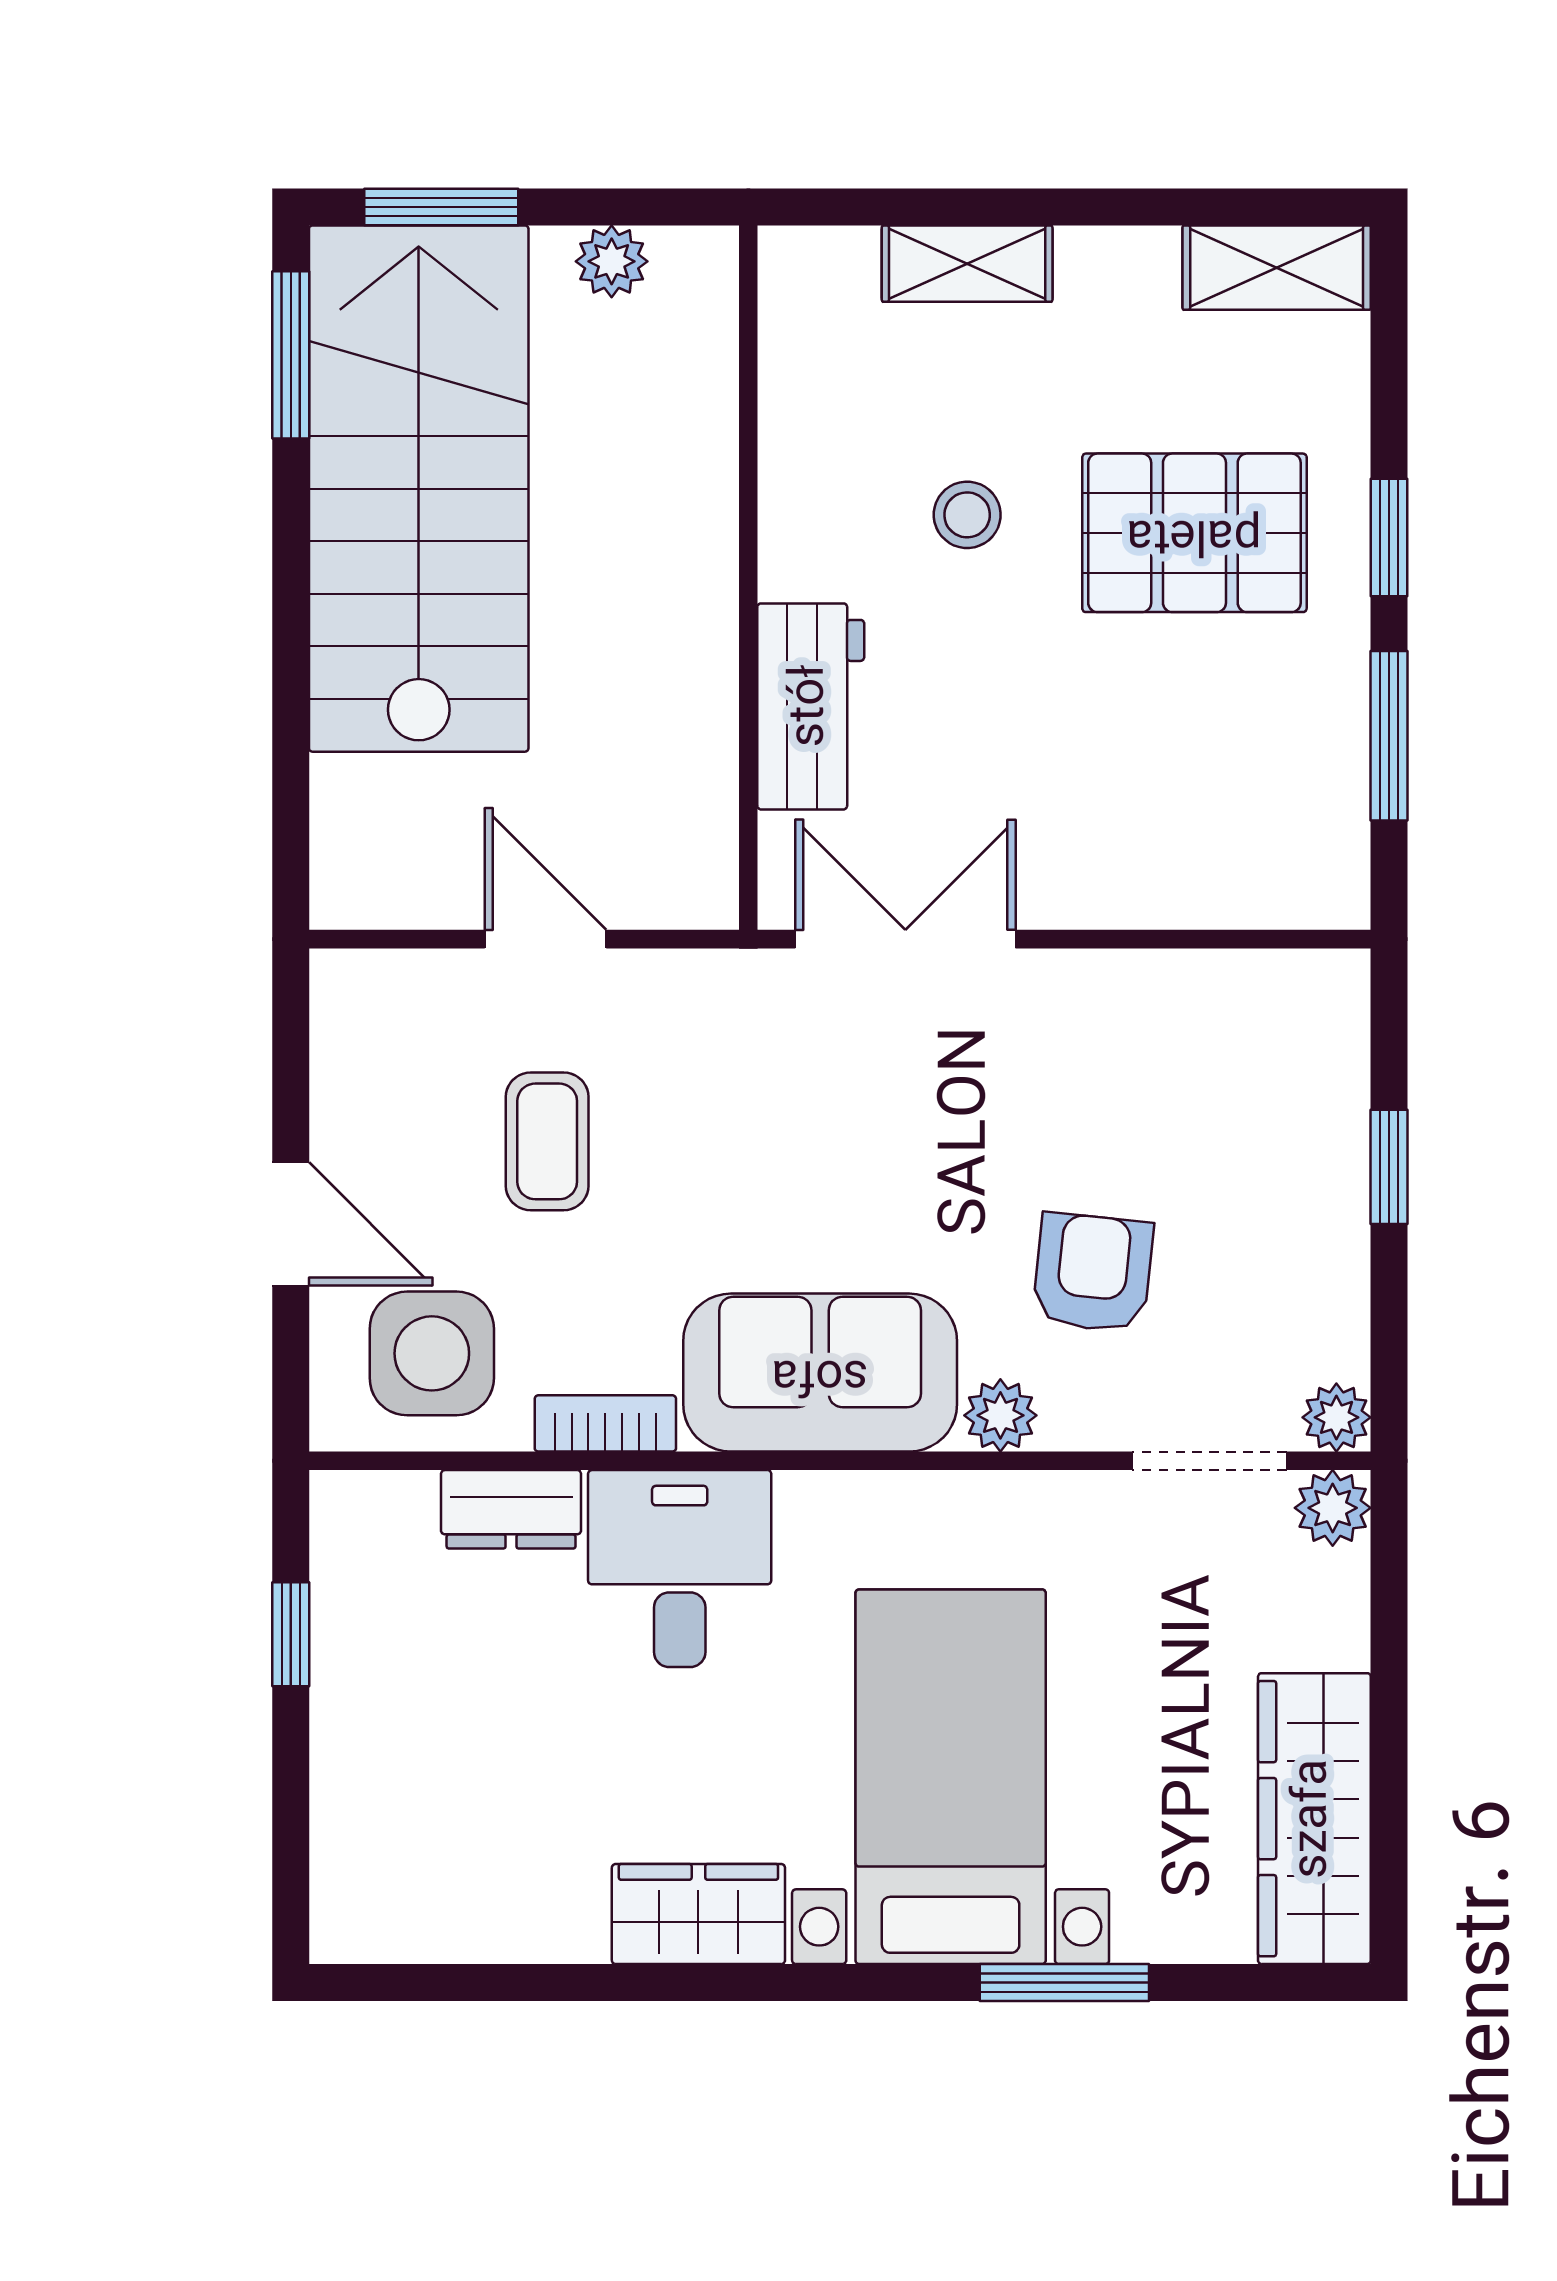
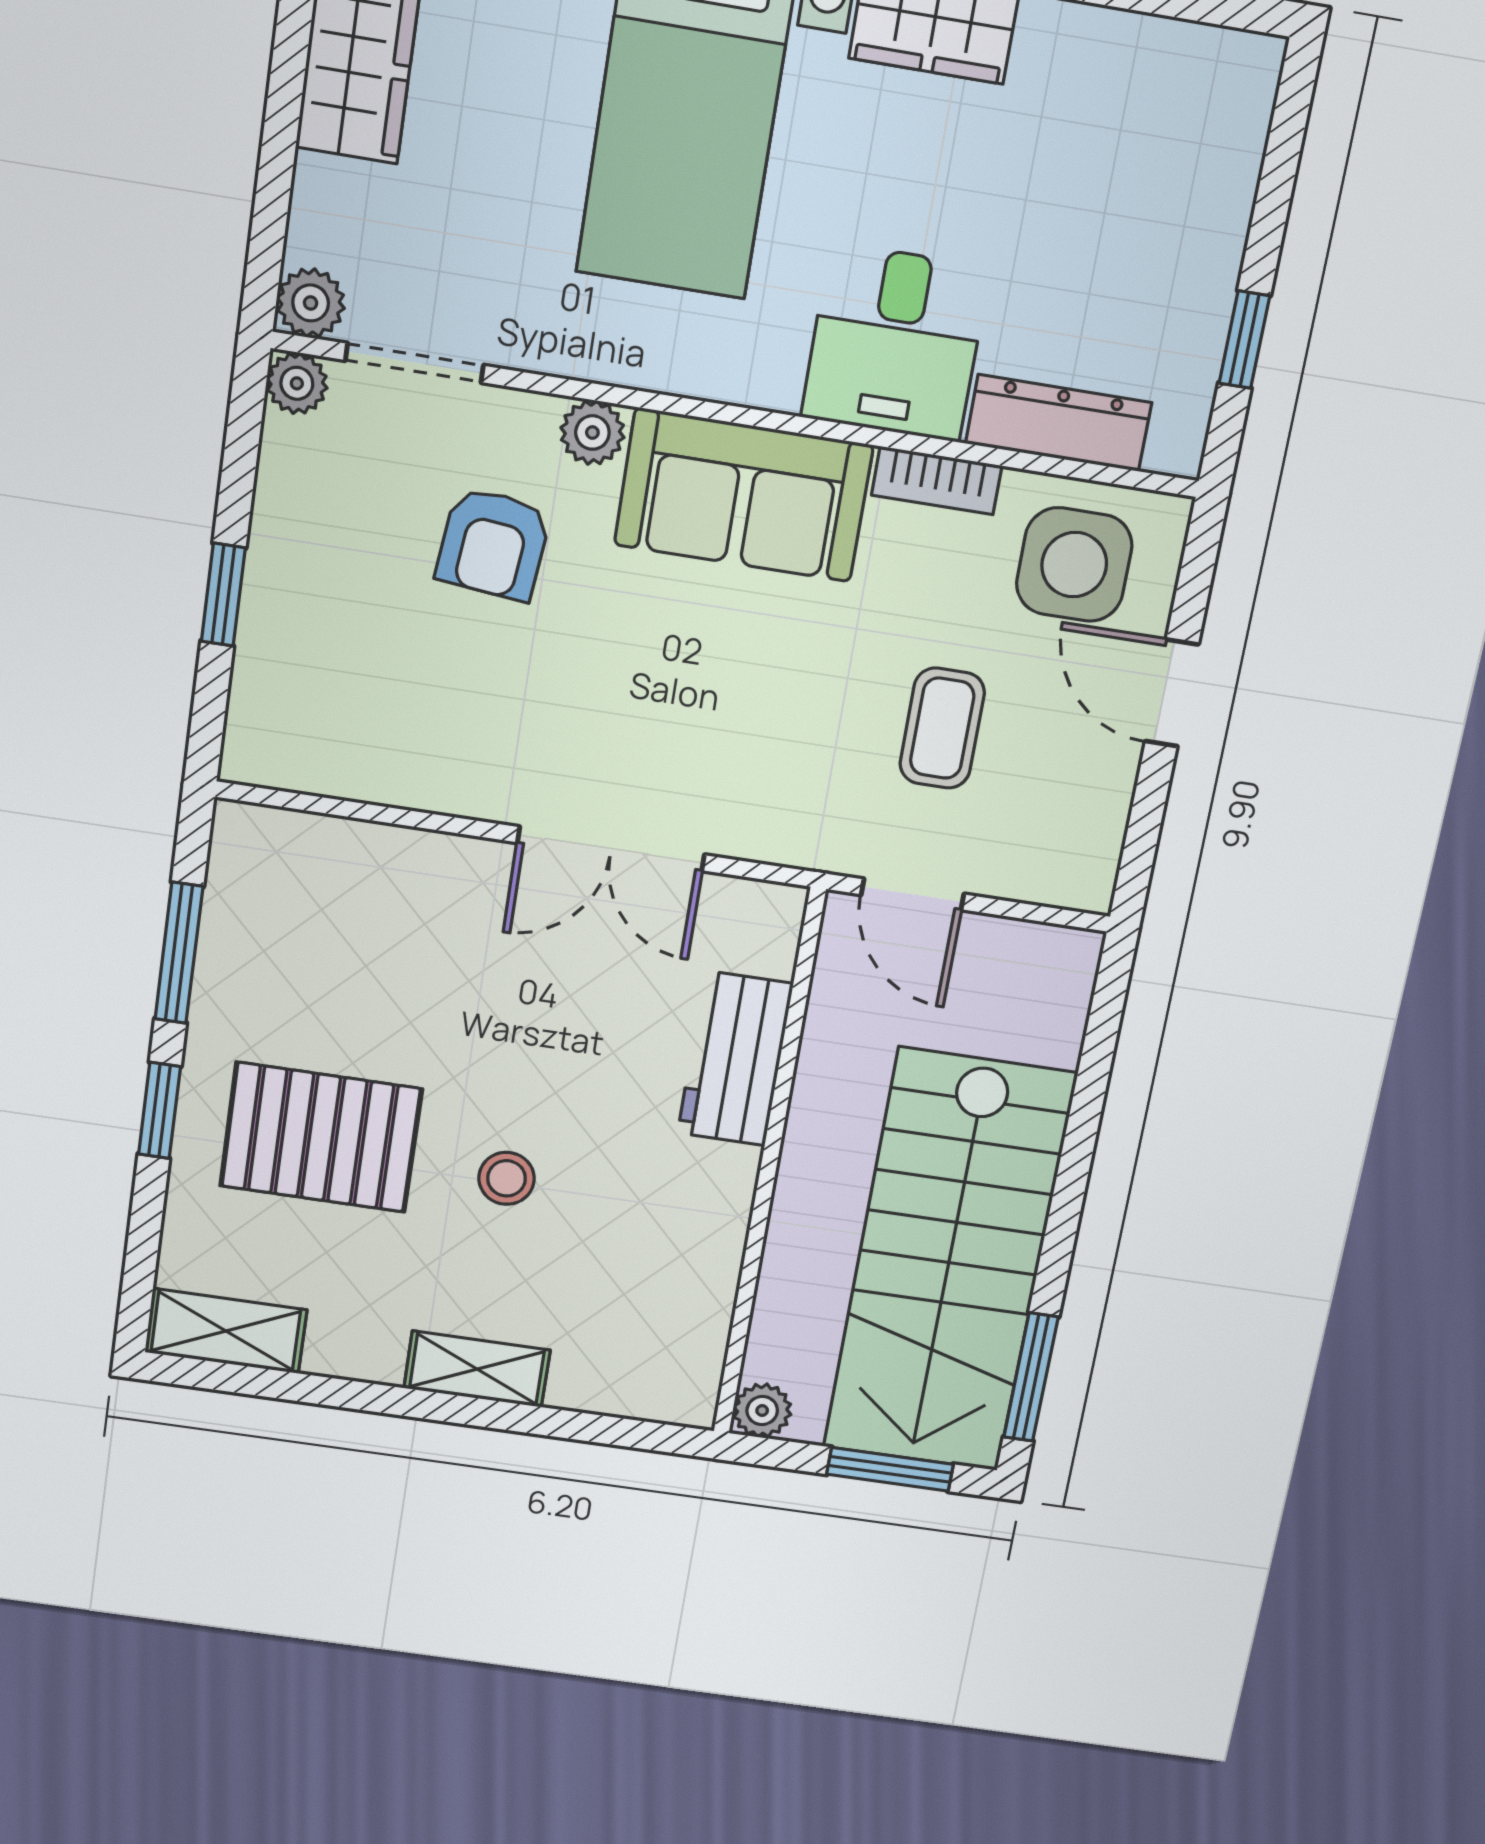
wall: (748, 578) -> (769, 1167), moved
workbench: (811, 706) -> (735, 1059), moved
dresser: (511, 1509) -> (1059, 423), width x1.44

